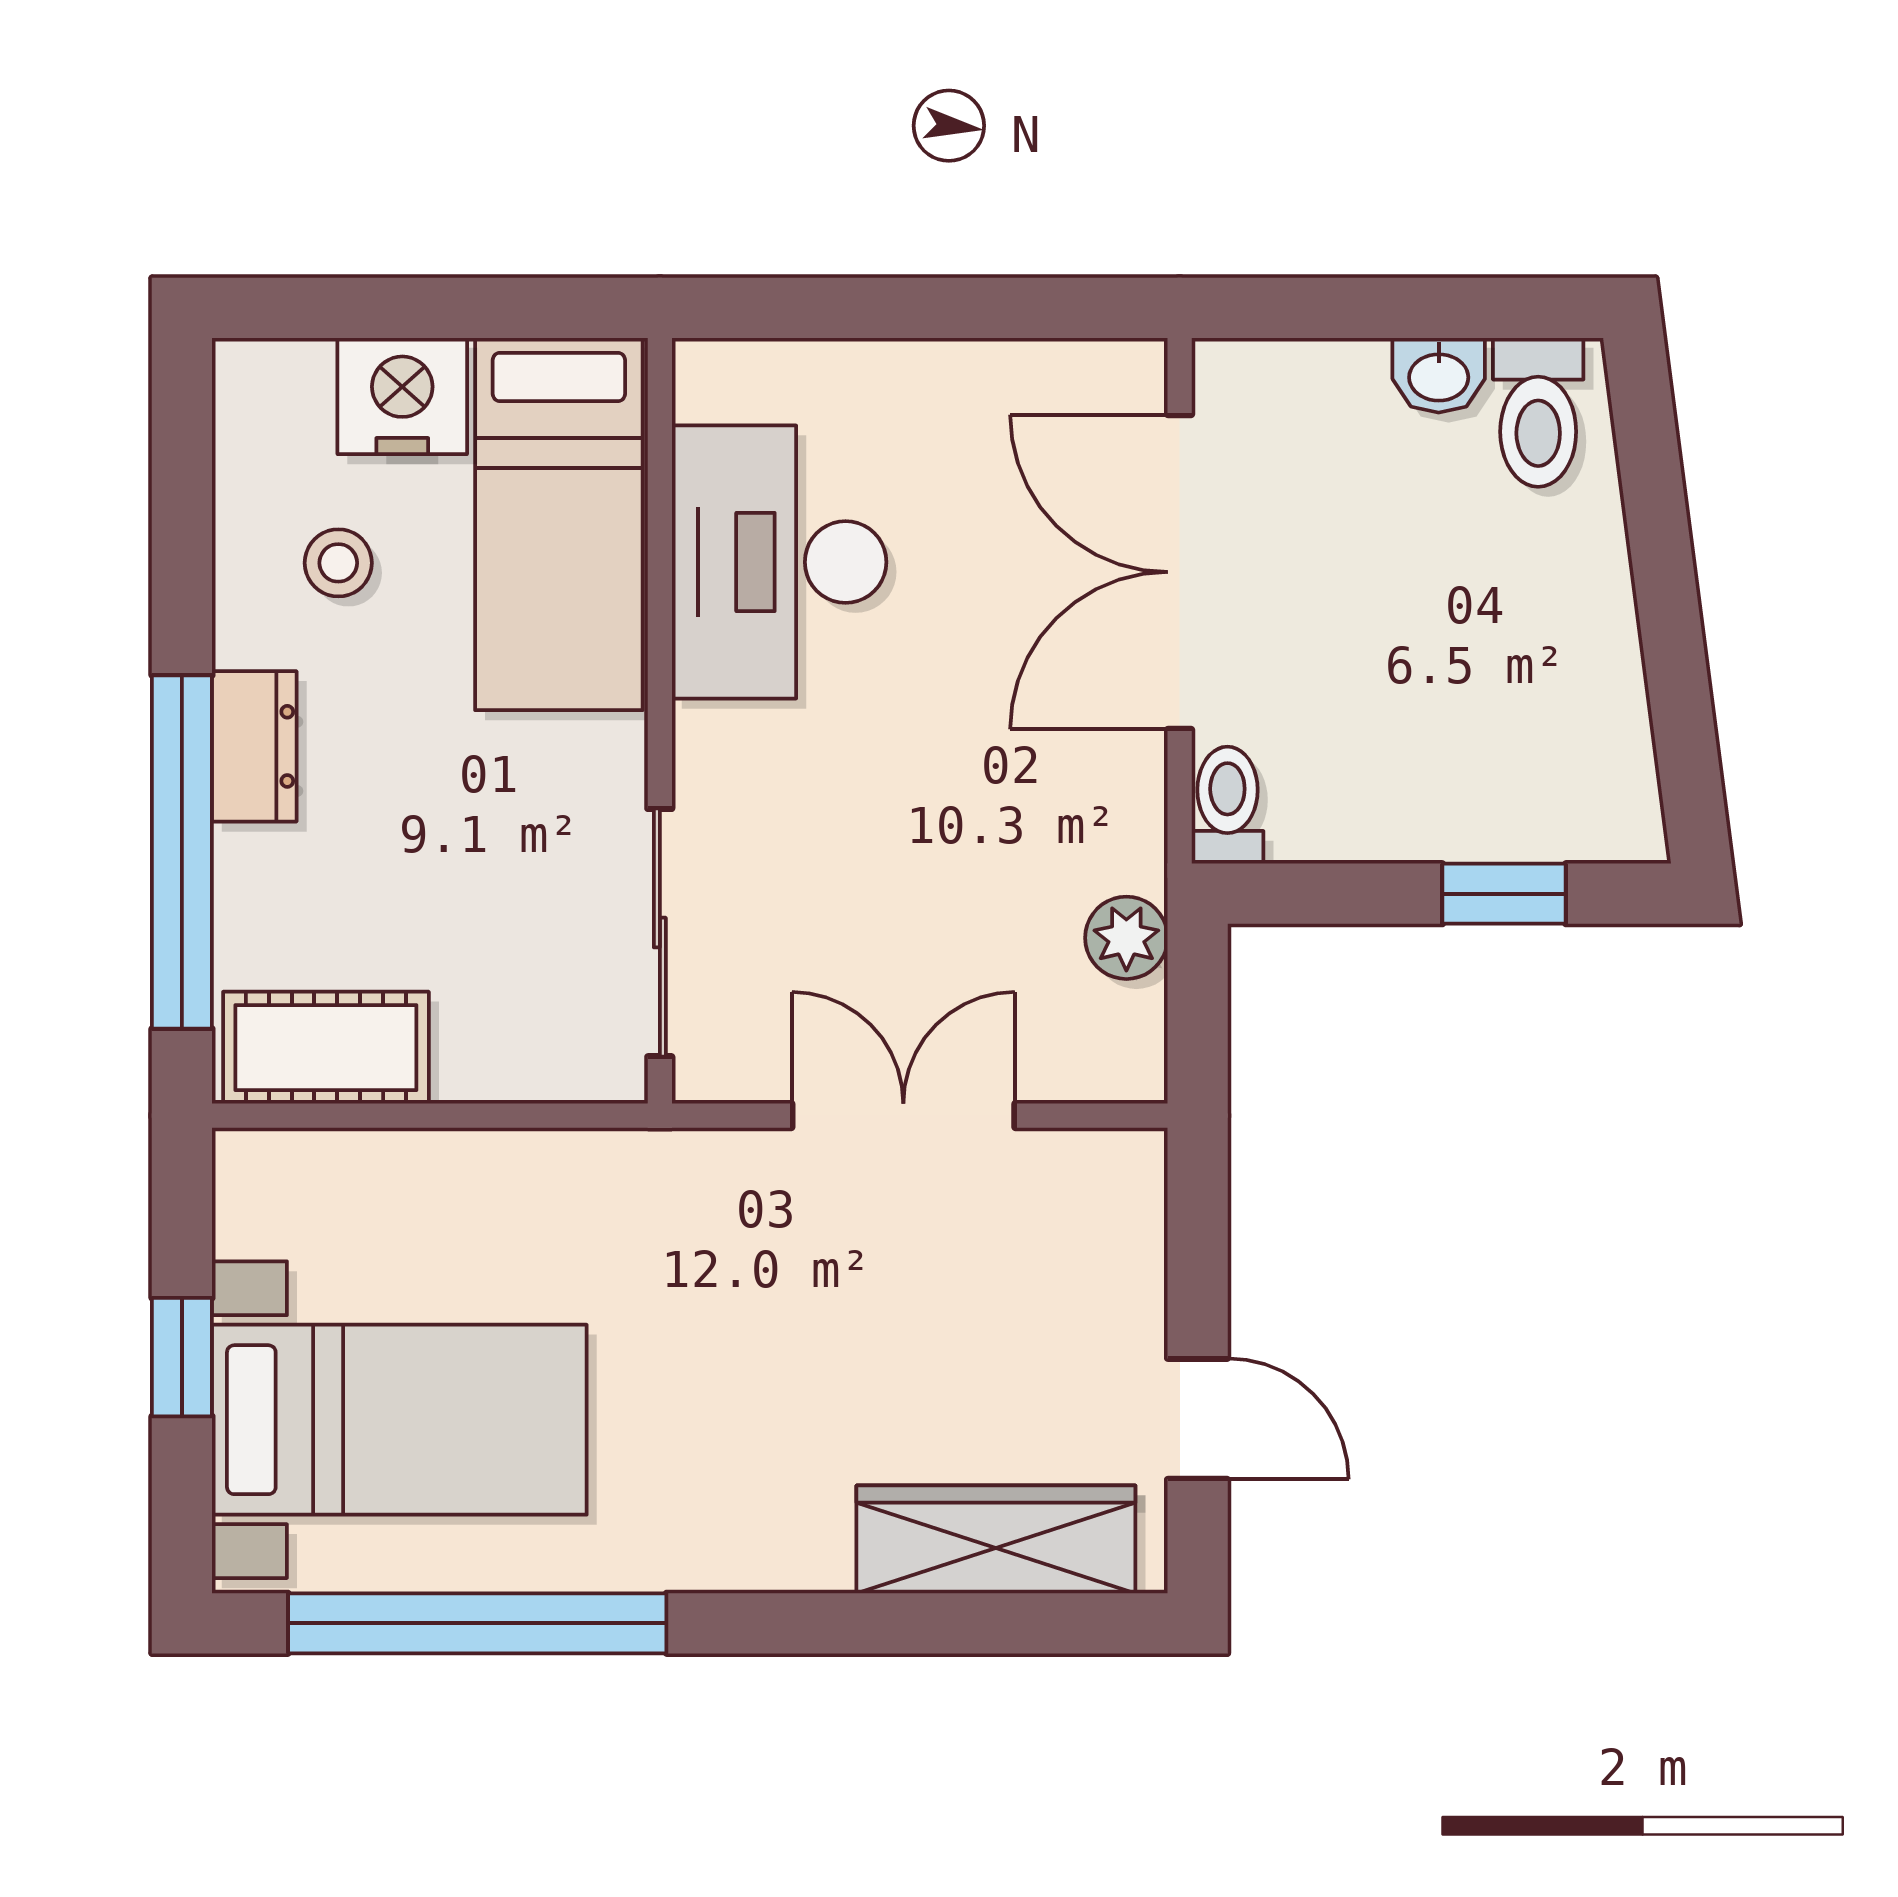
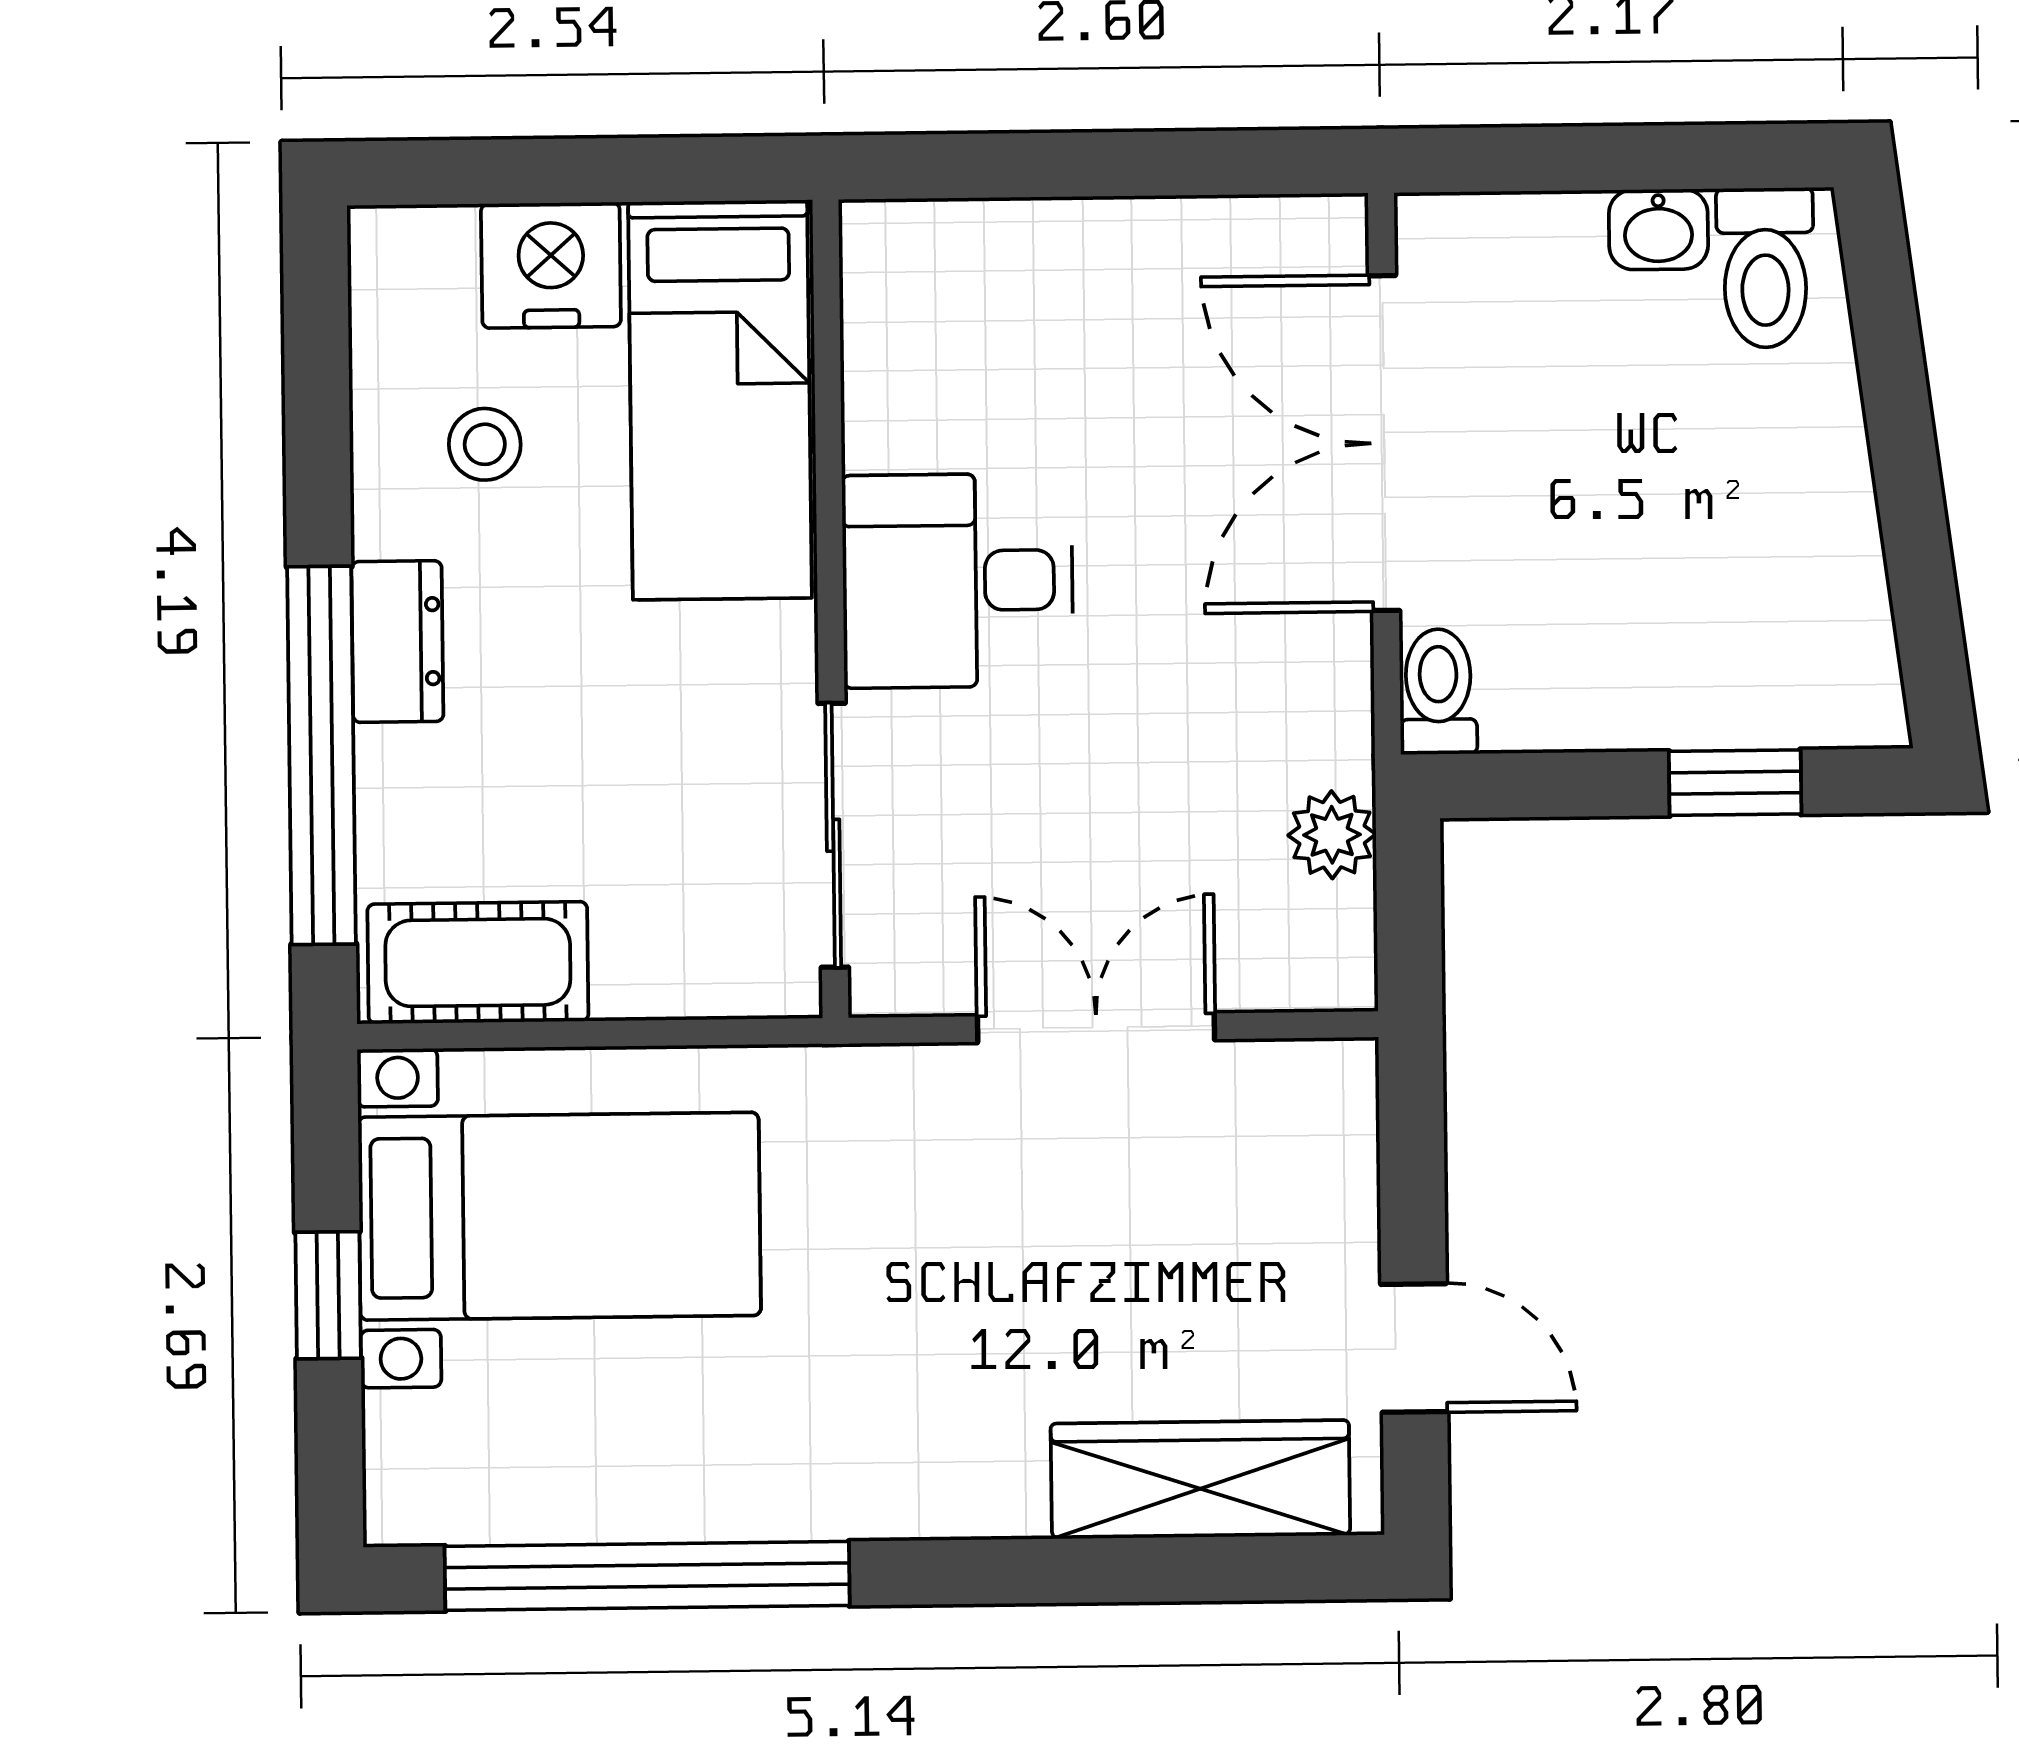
desk: (779, 562) -> (958, 581), moved, width x0.73
bed with nightstands: (399, 1420) -> (559, 1216), moved

